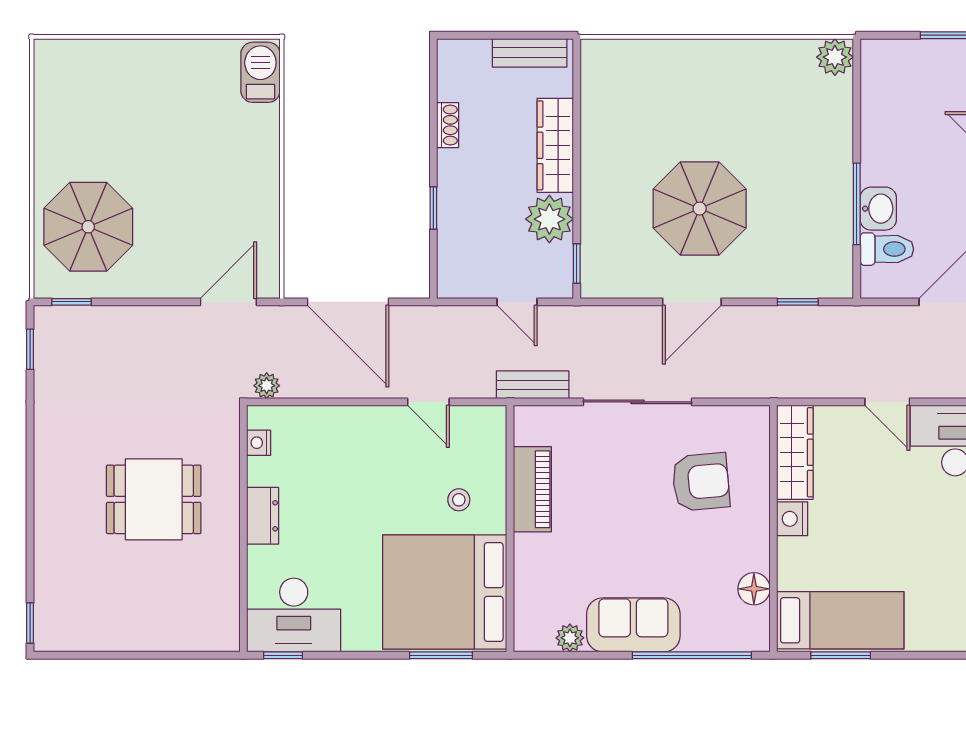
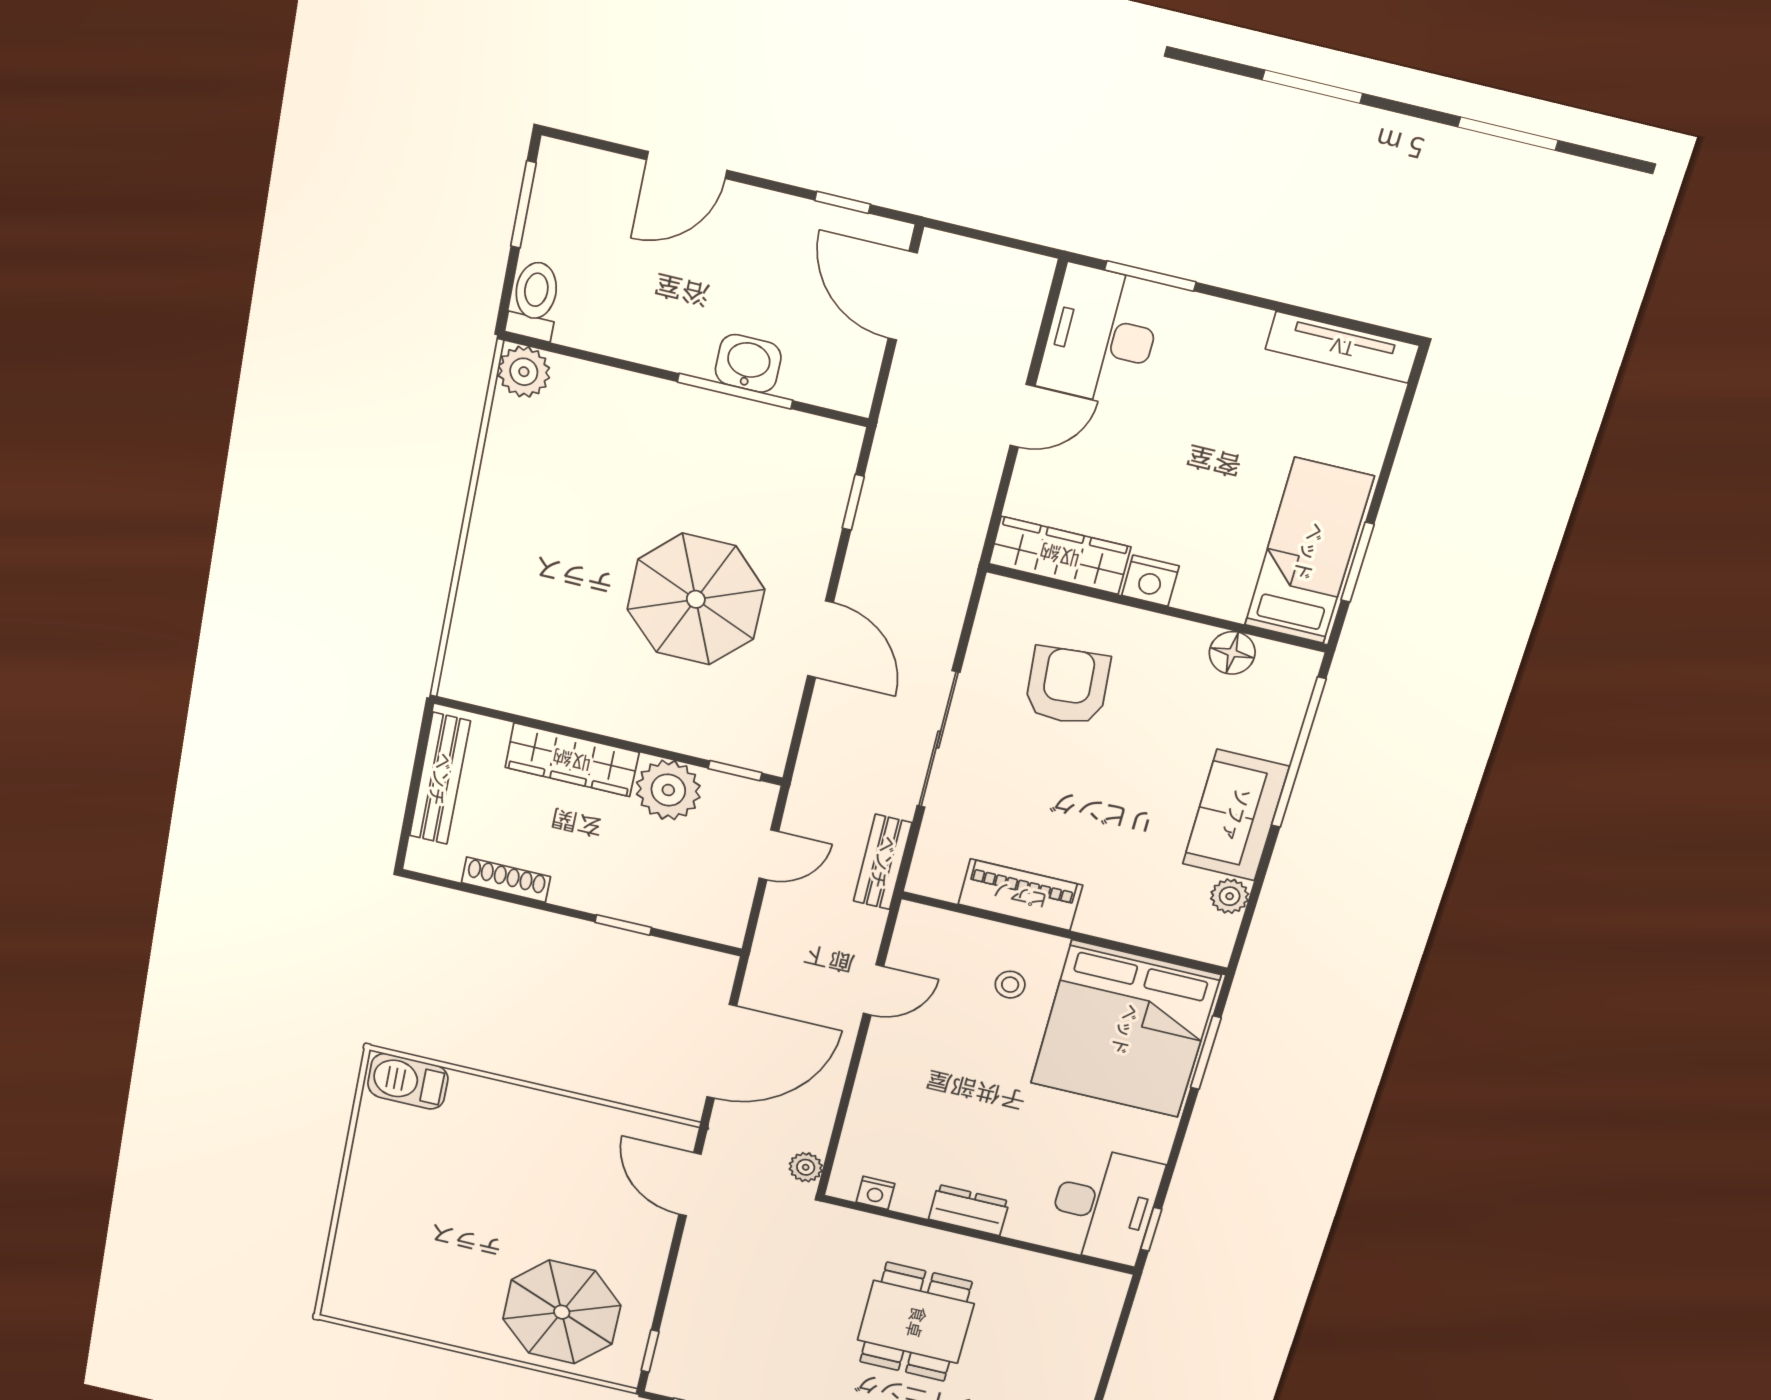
bench: (530, 53) -> (440, 779), width x1.36
shoe rack: (448, 125) -> (506, 880), width x1.43
toilet: (887, 249) -> (534, 300), moved

